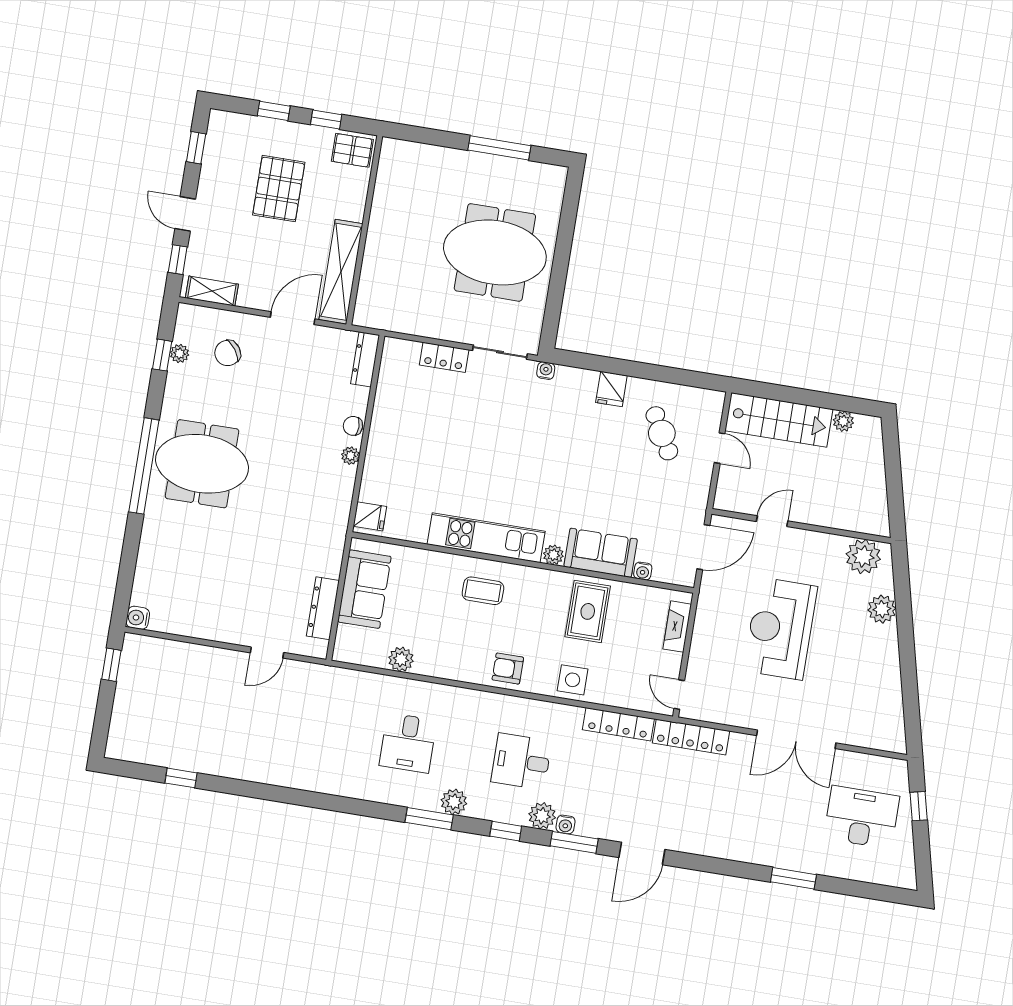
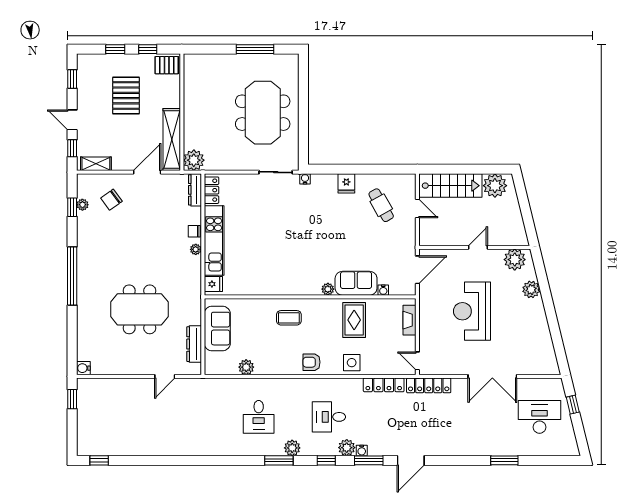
meeting table: (495, 252) -> (263, 113), turned 90
plant: (371, 311) -> (194, 160), added
locker: (444, 357) -> (211, 190), moved, turned -90
plant: (843, 421) -> (495, 186), width x1.88, depth x1.88
meeting table: (202, 464) -> (139, 309), moved
door: (772, 521) -> (478, 247), moved
kitchen unit: (486, 538) -> (214, 240), moved, turned 90
window: (181, 778) -> (99, 460), moved

